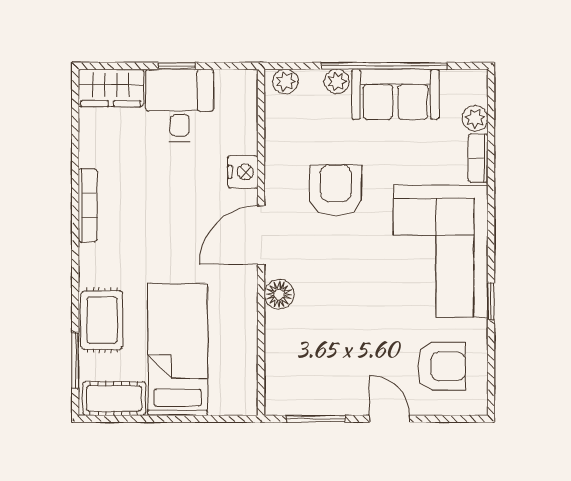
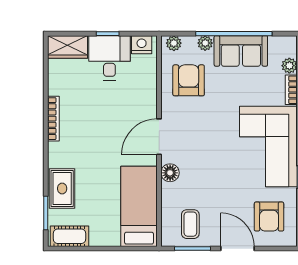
nightstand: (243, 172) -> (142, 45), moved, turned -90
armchair: (336, 190) -> (189, 80), moved
bed: (178, 350) -> (139, 206), moved
armchair: (442, 366) -> (269, 217), turned 90
coffee table: (312, 379) -> (190, 224), added
door: (390, 419) -> (237, 249), width x1.38

